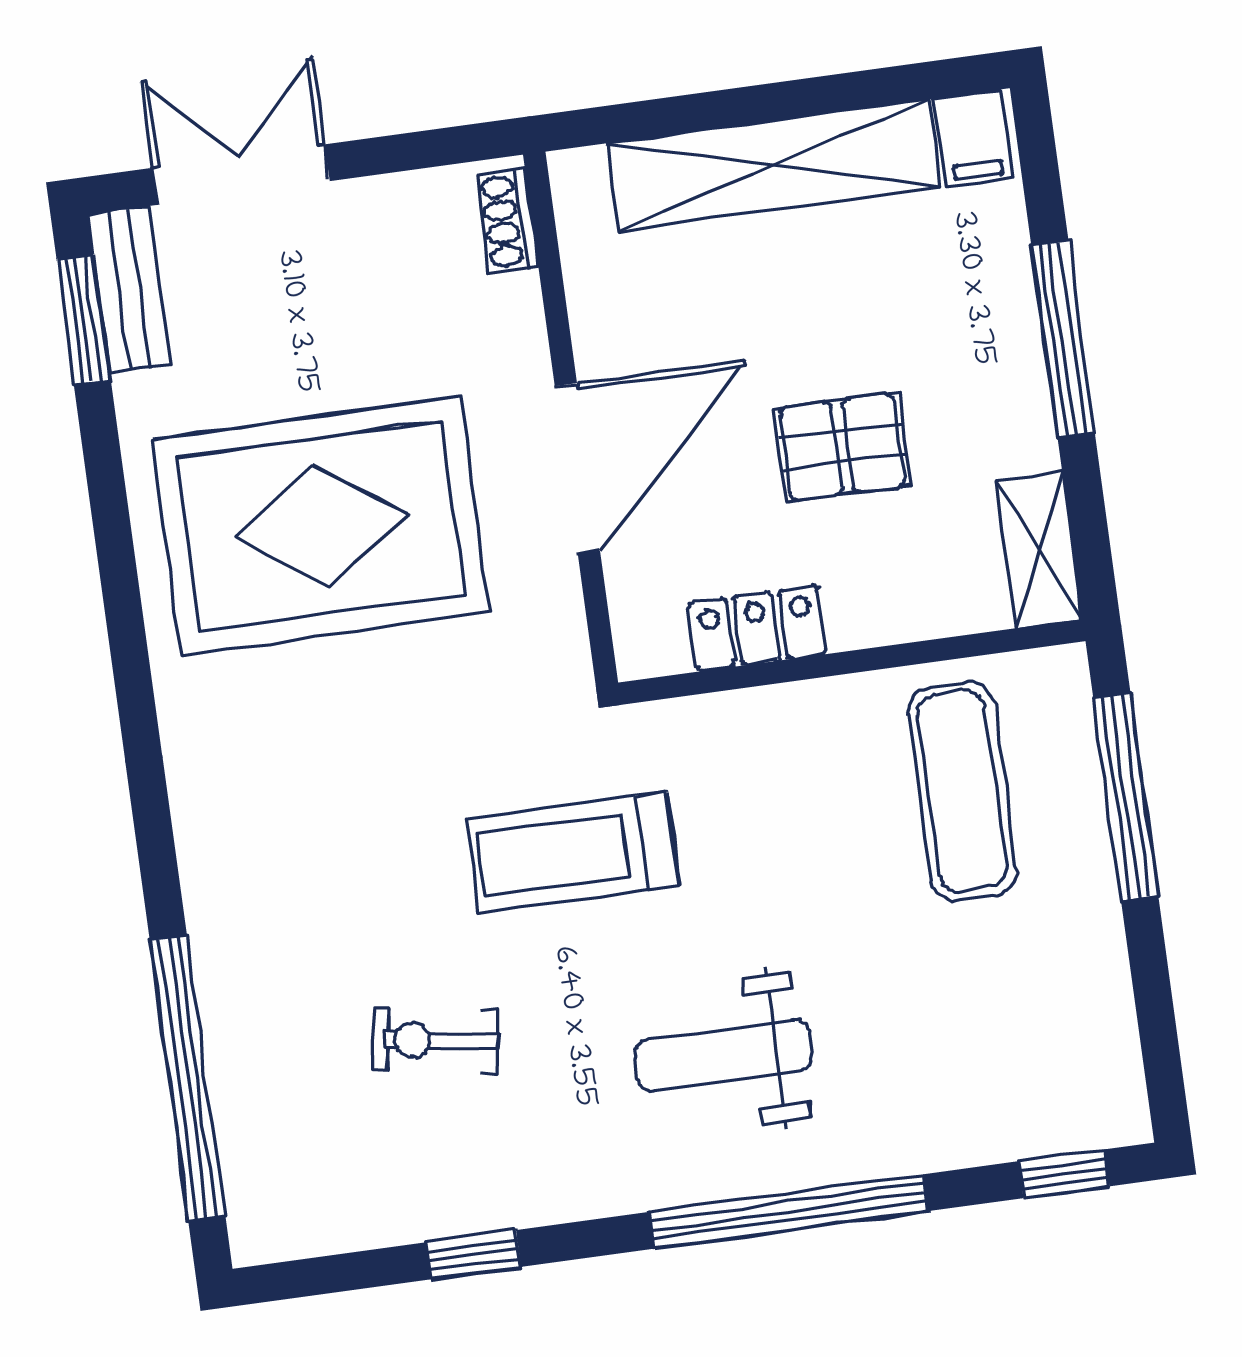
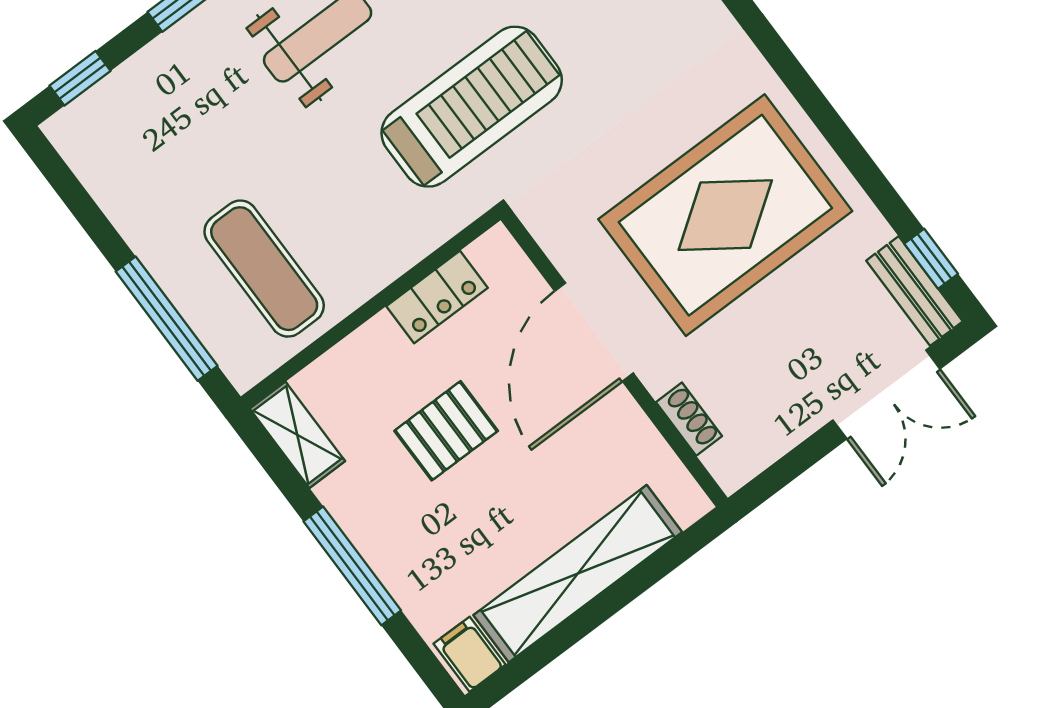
shoe rack: (508, 221) -> (689, 419), moved
window: (84, 319) -> (931, 259), width x0.67
treadmill: (573, 852) -> (472, 107), width x1.37, depth x1.38

